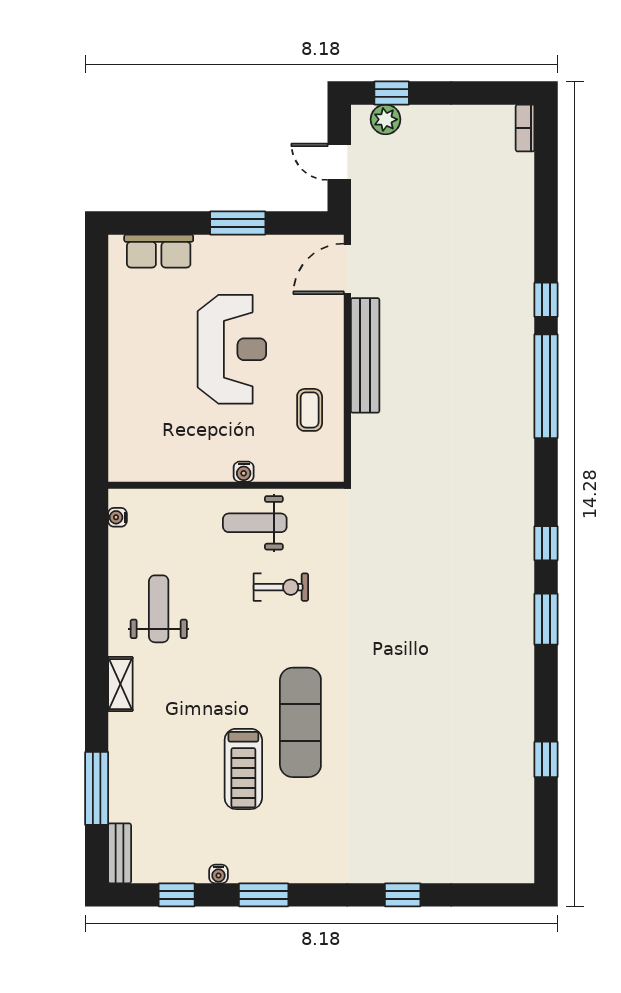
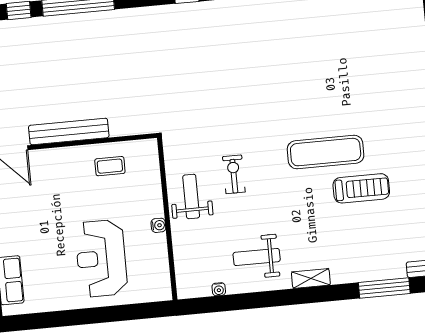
reception desk: (232, 349) -> (101, 258), moved, turned -90
water cooler: (244, 472) -> (158, 225), moved
water cooler: (117, 517) -> (219, 289), moved
weight bench: (255, 523) -> (191, 196), turned 180

